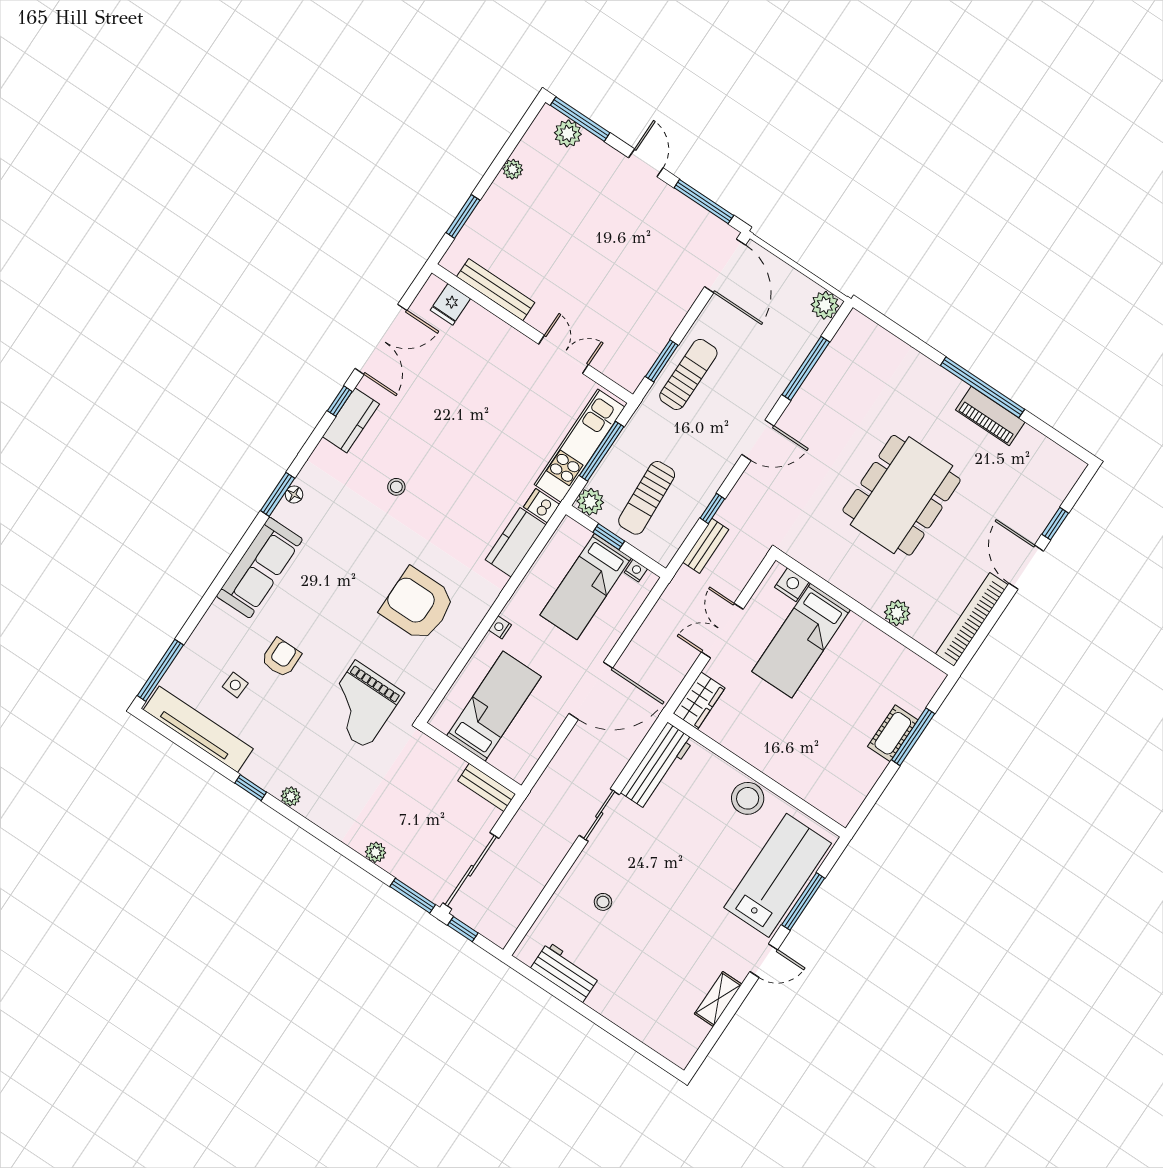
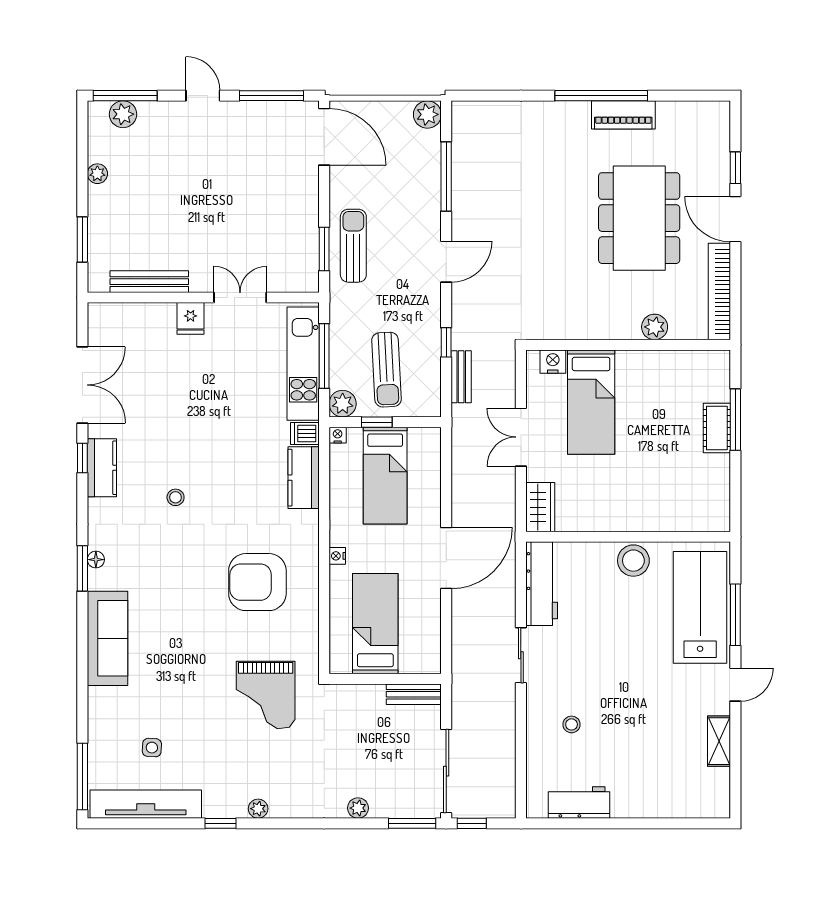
fridge: (450, 304) -> (191, 318), moved
dining table: (902, 495) -> (639, 218), moved
nightstand: (636, 571) -> (338, 435), moved
armchair: (281, 658) -> (174, 700), removed

